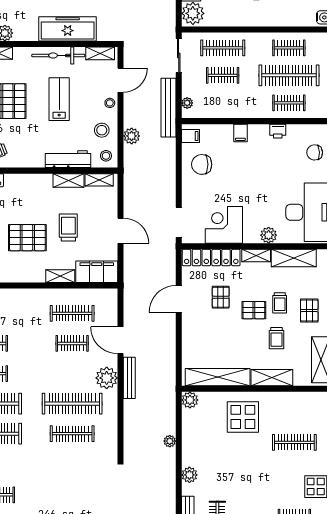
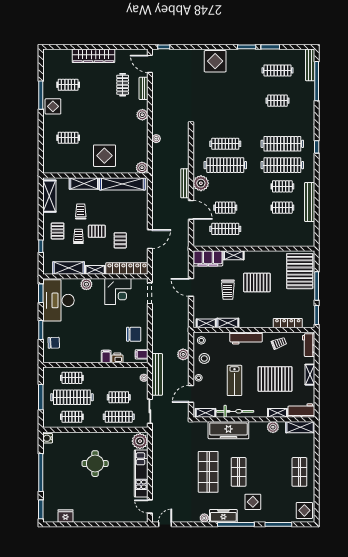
printer: (278, 131) -> (117, 358), moved
workbench: (68, 159) -> (246, 338), moved
clothes rail: (294, 442) -> (68, 138), width x0.73

